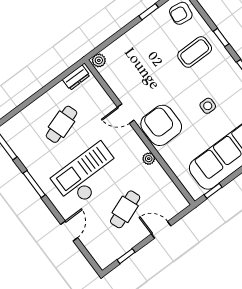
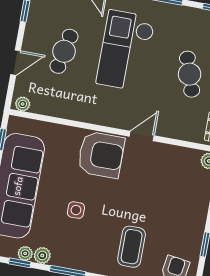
plant: (149, 159) -> (23, 104), moved
checkout: (87, 175) -> (126, 51), turned 180
cafe table: (125, 209) -> (64, 51), turned 33

